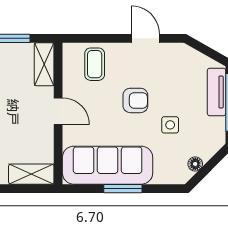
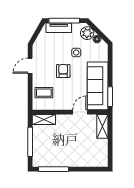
door: (58, 111) -> (80, 112), moved
plant: (207, 145) -> (87, 33), added
window: (123, 189) -> (110, 97), moved

